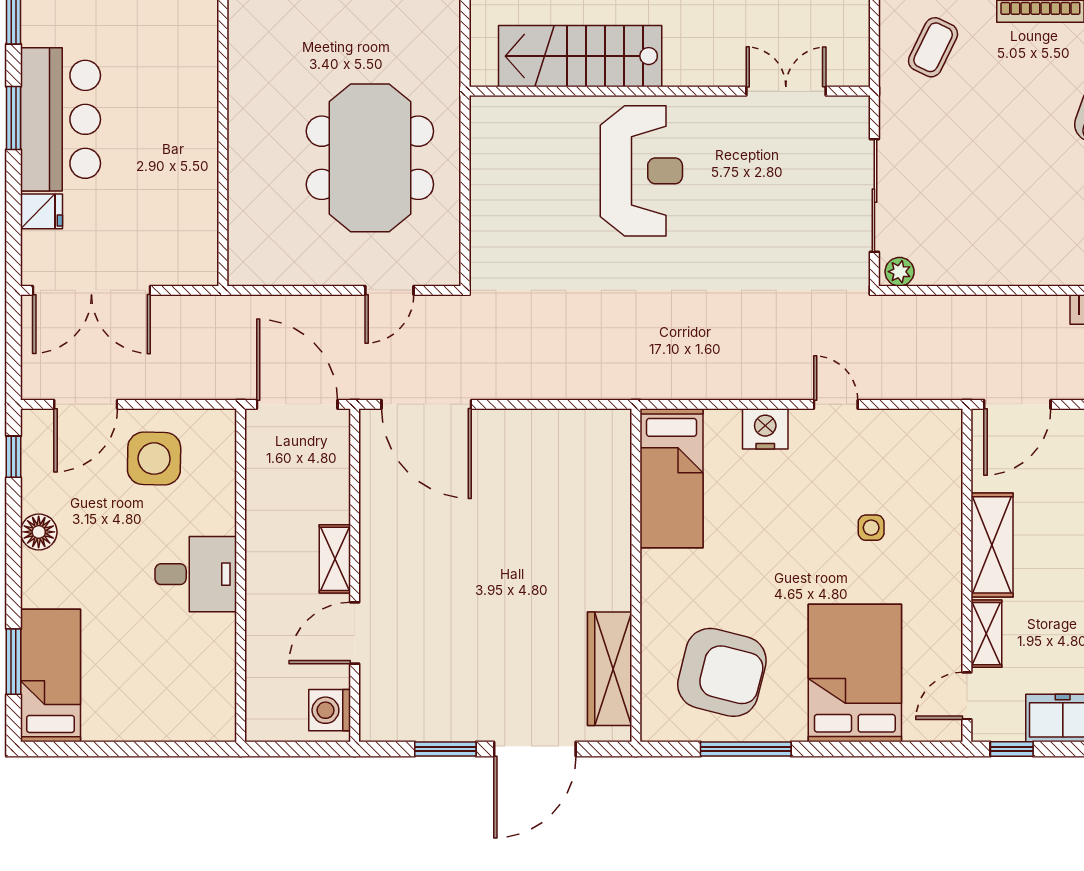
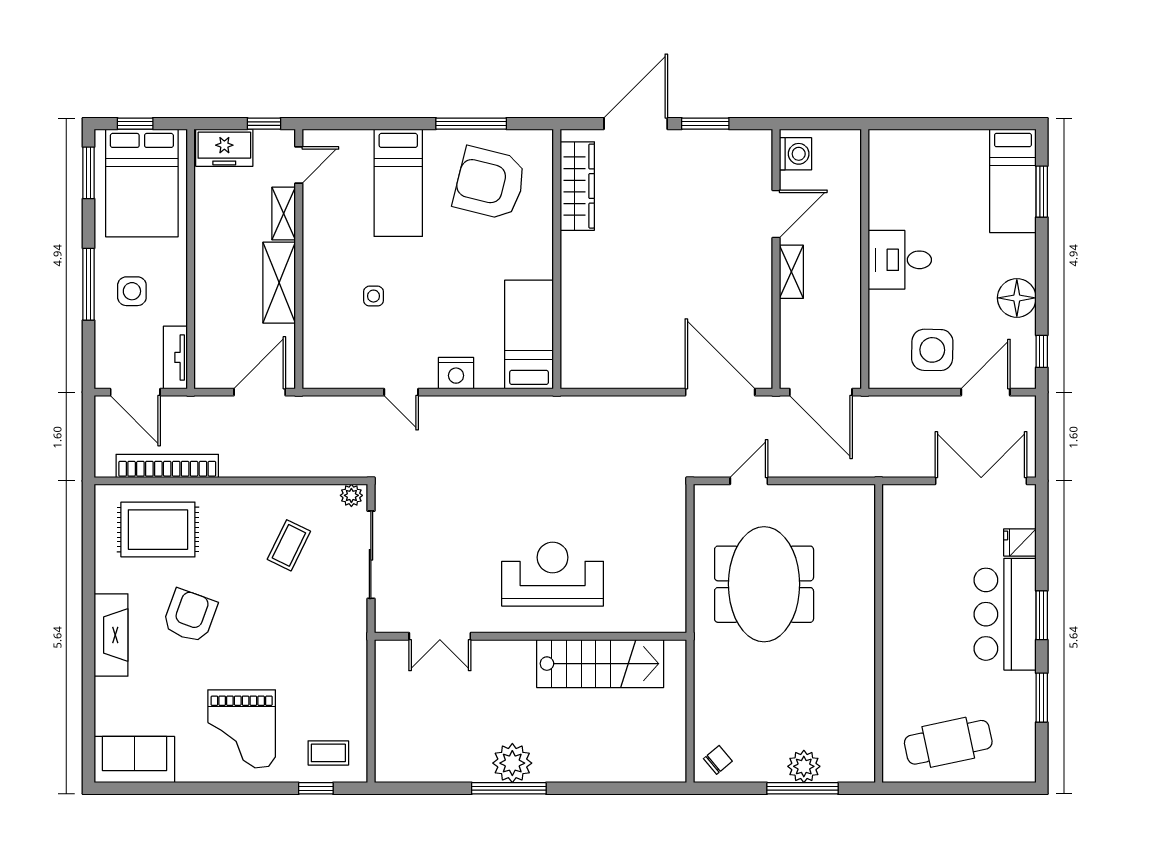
coffee table: (933, 47) -> (289, 545), moved
reception desk: (641, 171) -> (553, 574), turned 90
floor lamp: (39, 532) -> (1017, 298), width x1.38, depth x1.38
bed: (855, 673) -> (398, 183), width x0.67

